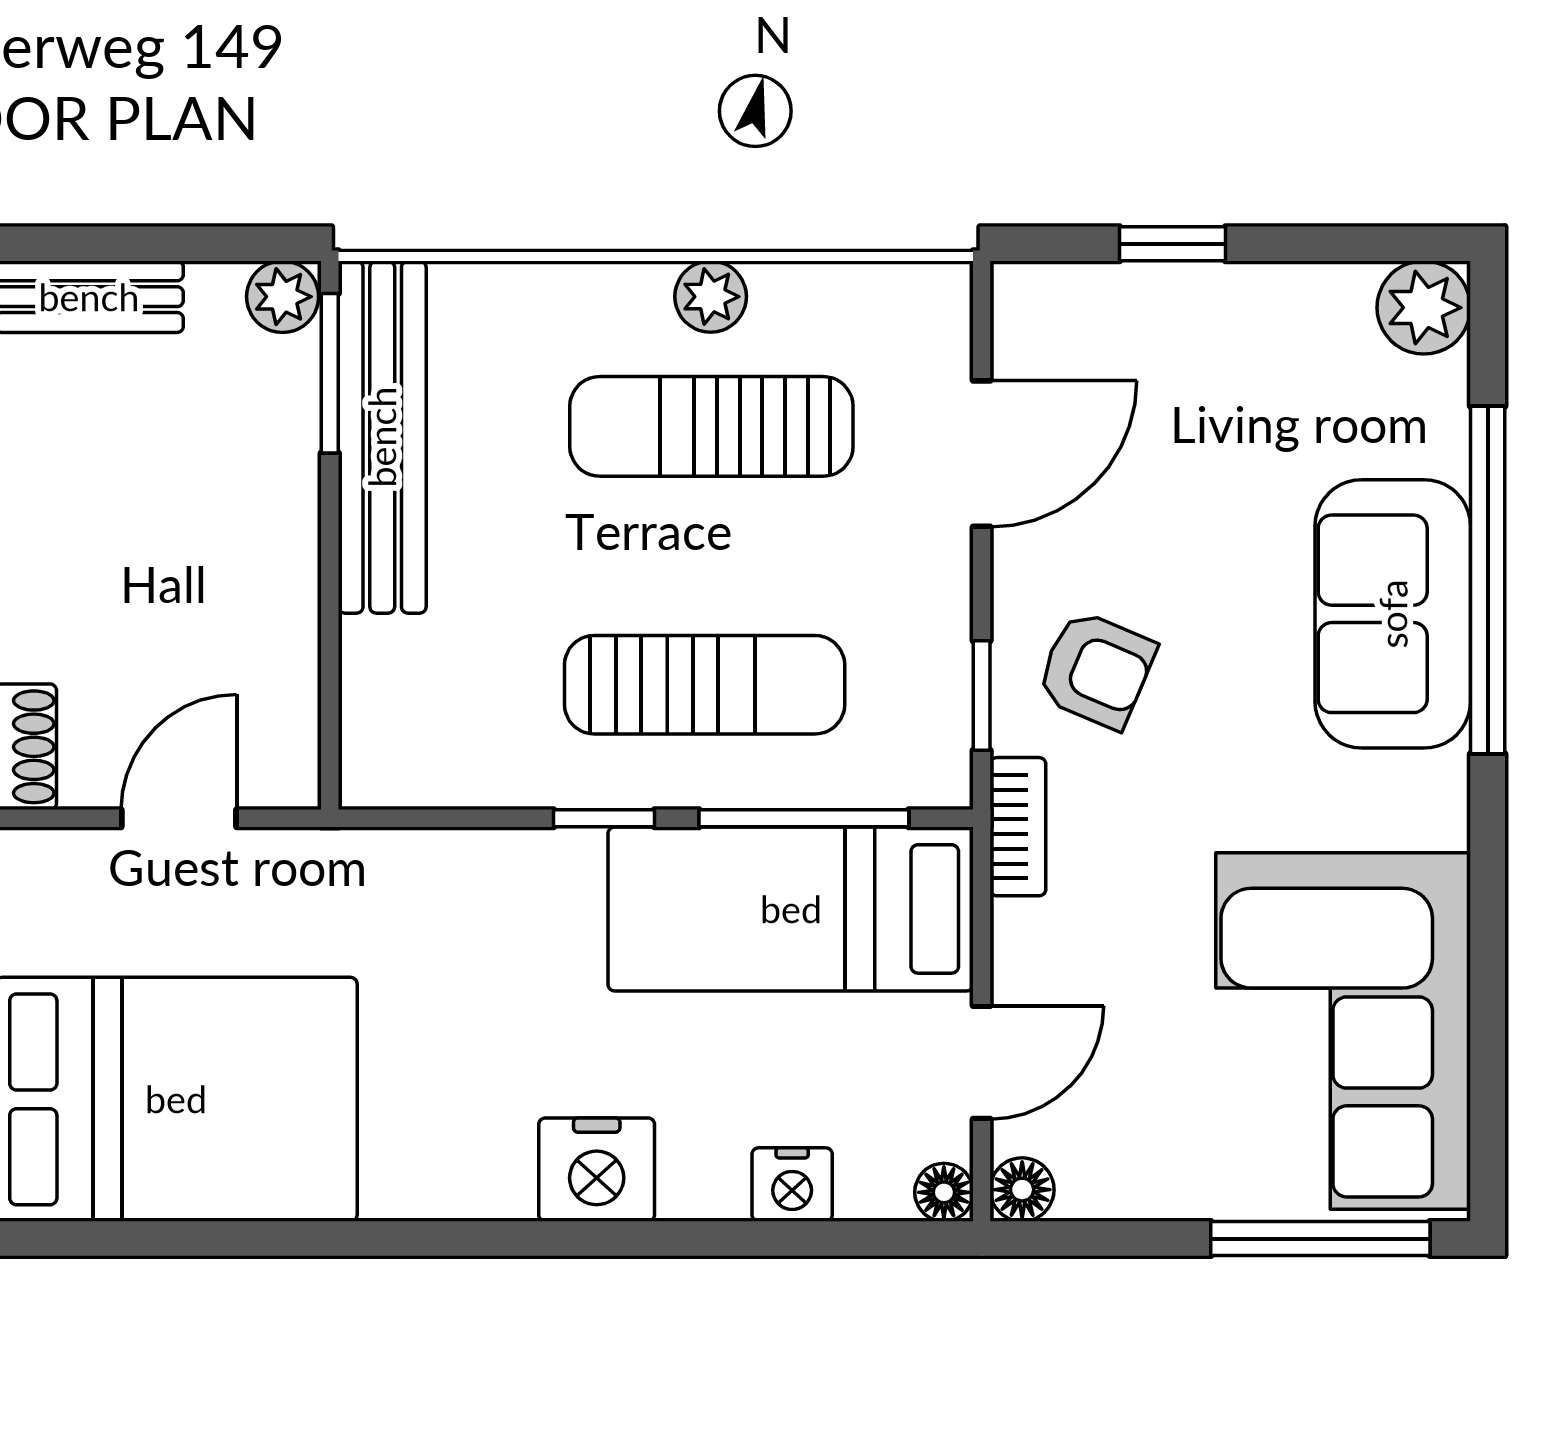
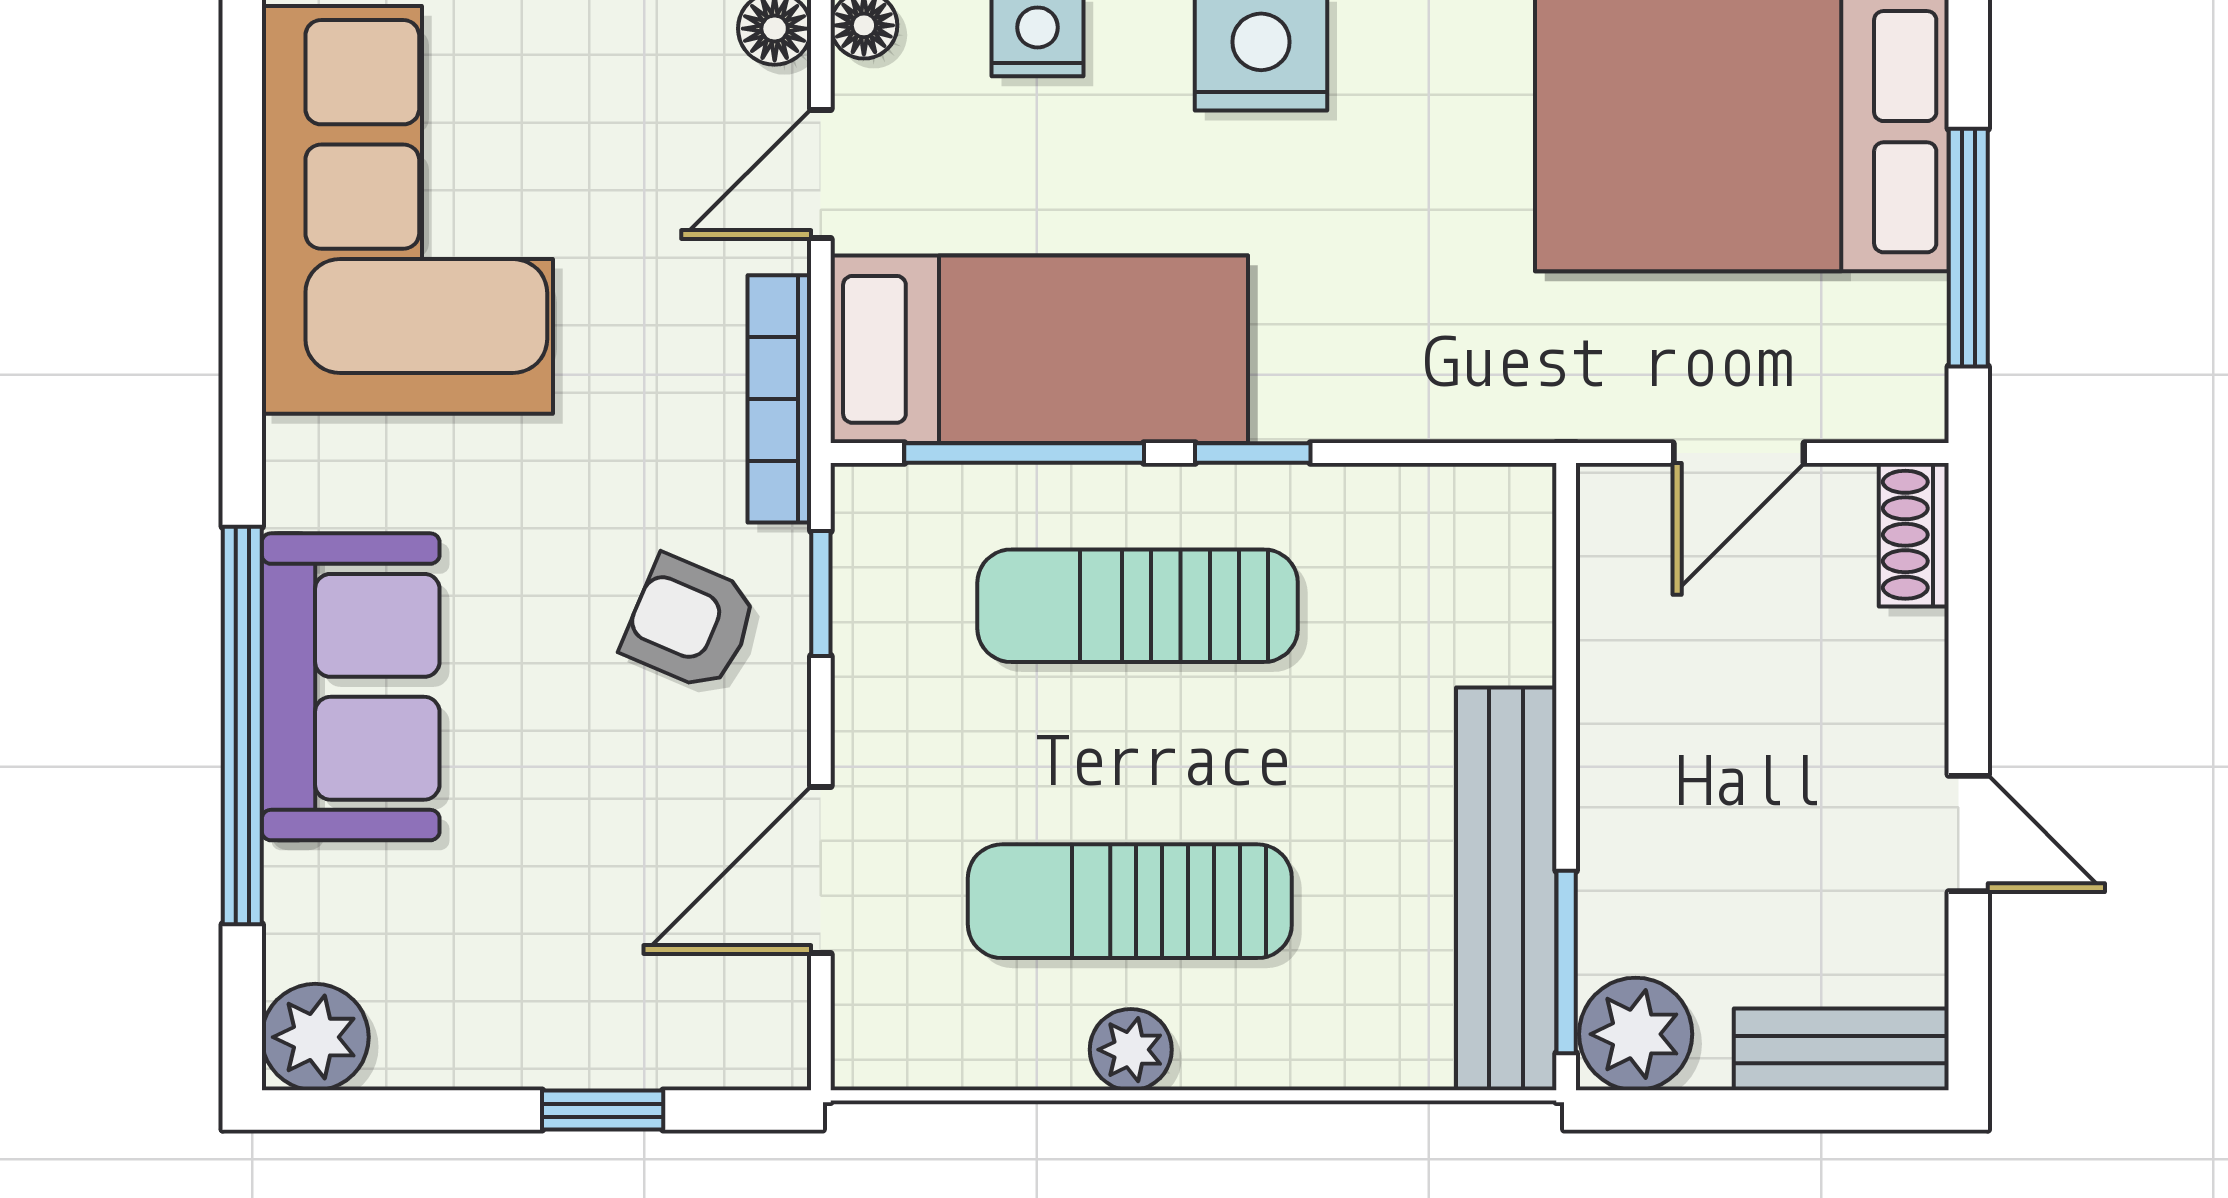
plant: (283, 297) -> (1636, 1034), width x1.38, depth x1.38
sun lounger: (711, 426) -> (1130, 901), turned 180
bookcase: (1018, 827) -> (779, 399), width x1.56

